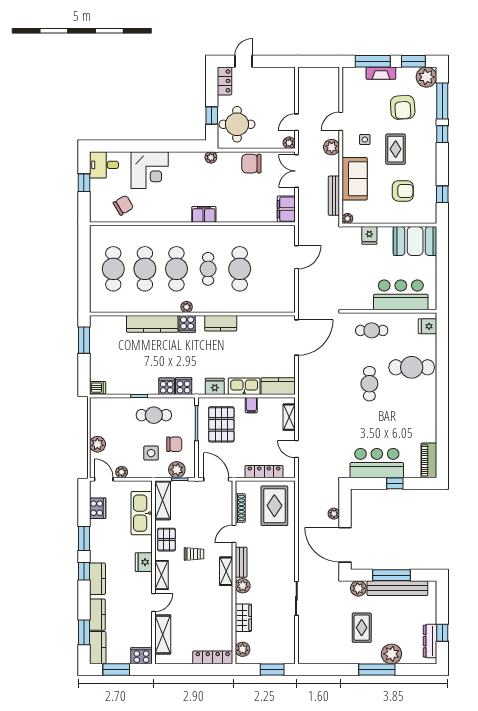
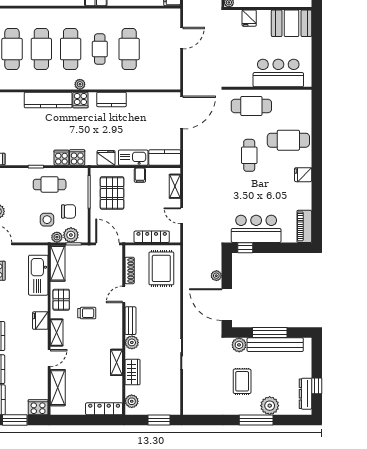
fridge: (428, 326) -> (303, 175), moved
cafe table: (372, 330) -> (251, 106), width x1.37, depth x1.35
plant: (122, 472) -> (57, 237), moved
window: (395, 483) -> (245, 248), moved
shelving: (226, 571) -> (117, 362), moved

